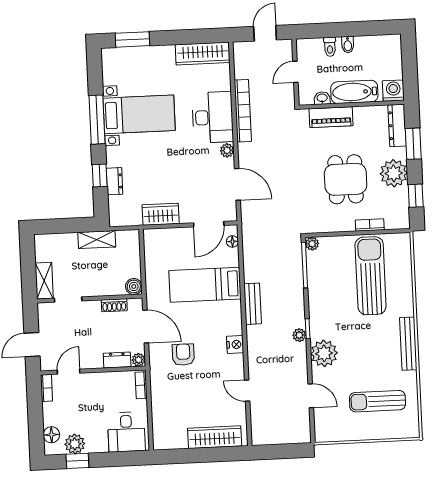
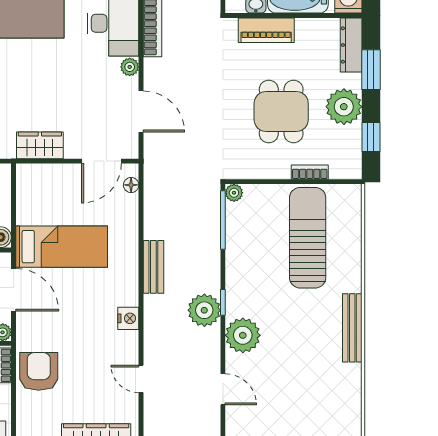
bed: (205, 285) -> (62, 247), moved, turned 180
plant: (299, 335) -> (204, 310), width x1.88, depth x1.88
armchair: (183, 355) -> (39, 371), moved, width x1.38, depth x1.38
sun lounger: (377, 401) -> (309, 400), removed

